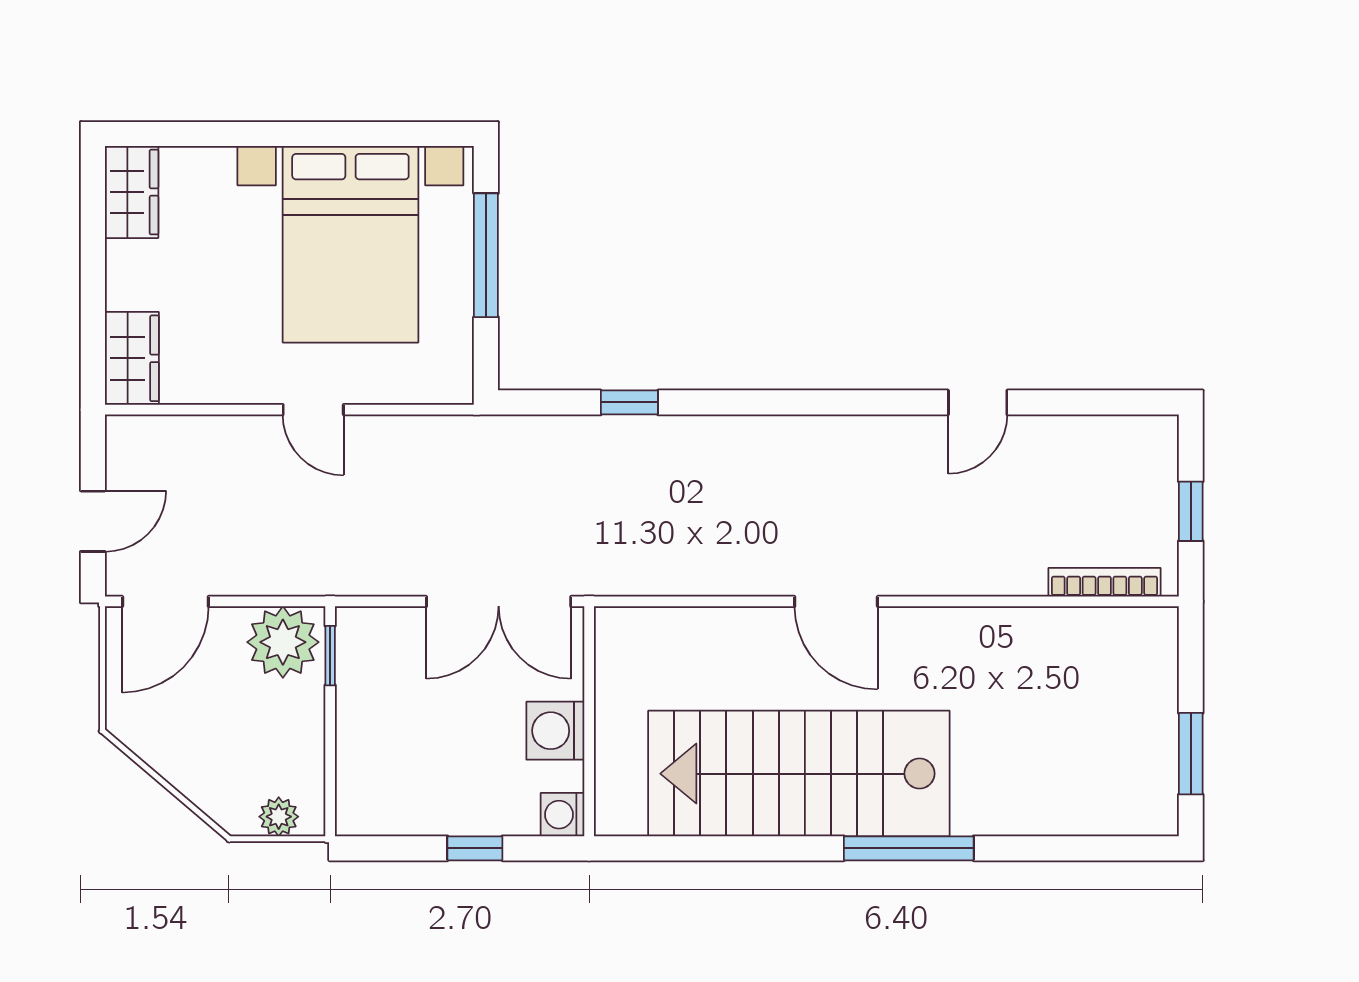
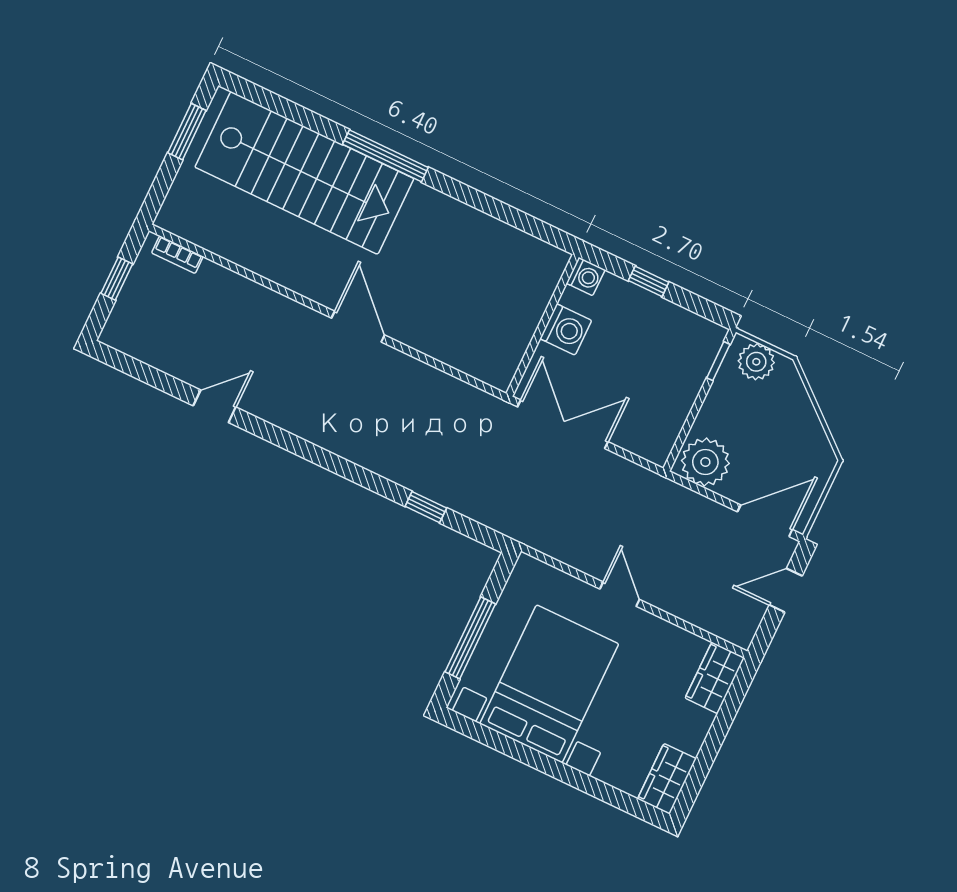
bookcase: (1104, 582) -> (177, 255), width x0.64
window: (330, 656) -> (718, 361), moved
stairs: (799, 774) -> (304, 173), moved
plant: (279, 817) -> (756, 362), width x1.38, depth x1.38

